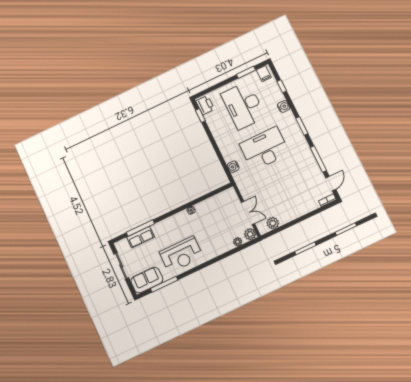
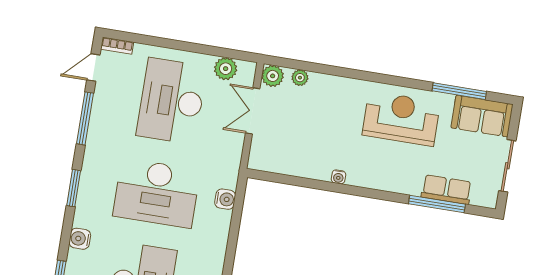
desk: (286, 193) -> (172, 101), added

